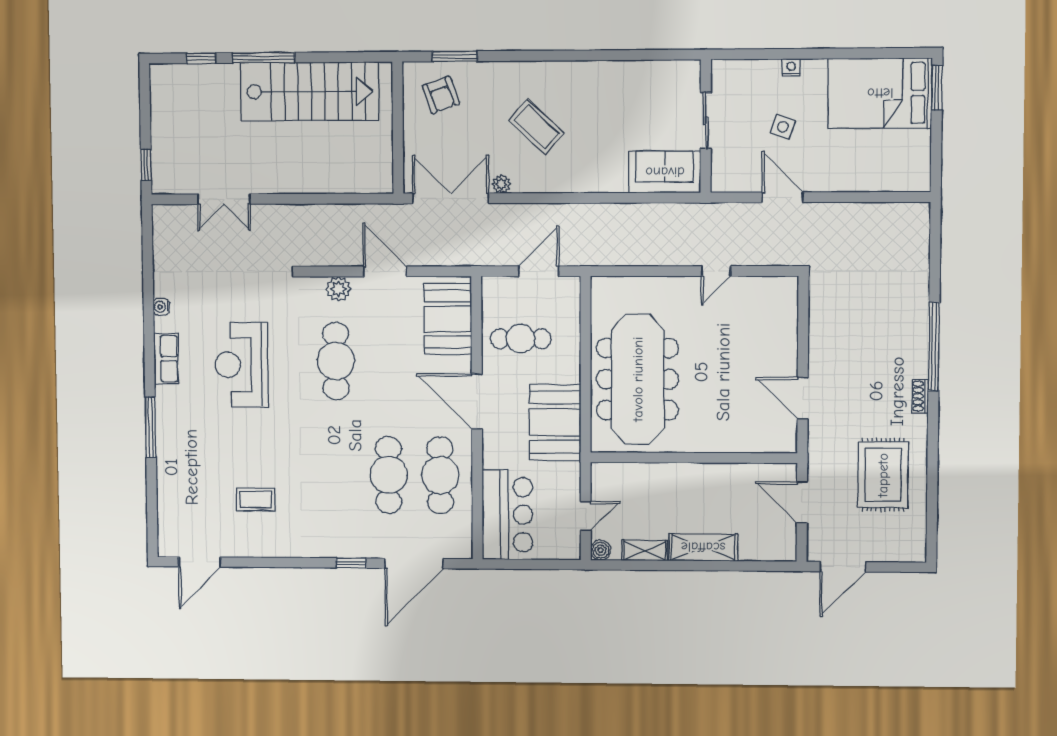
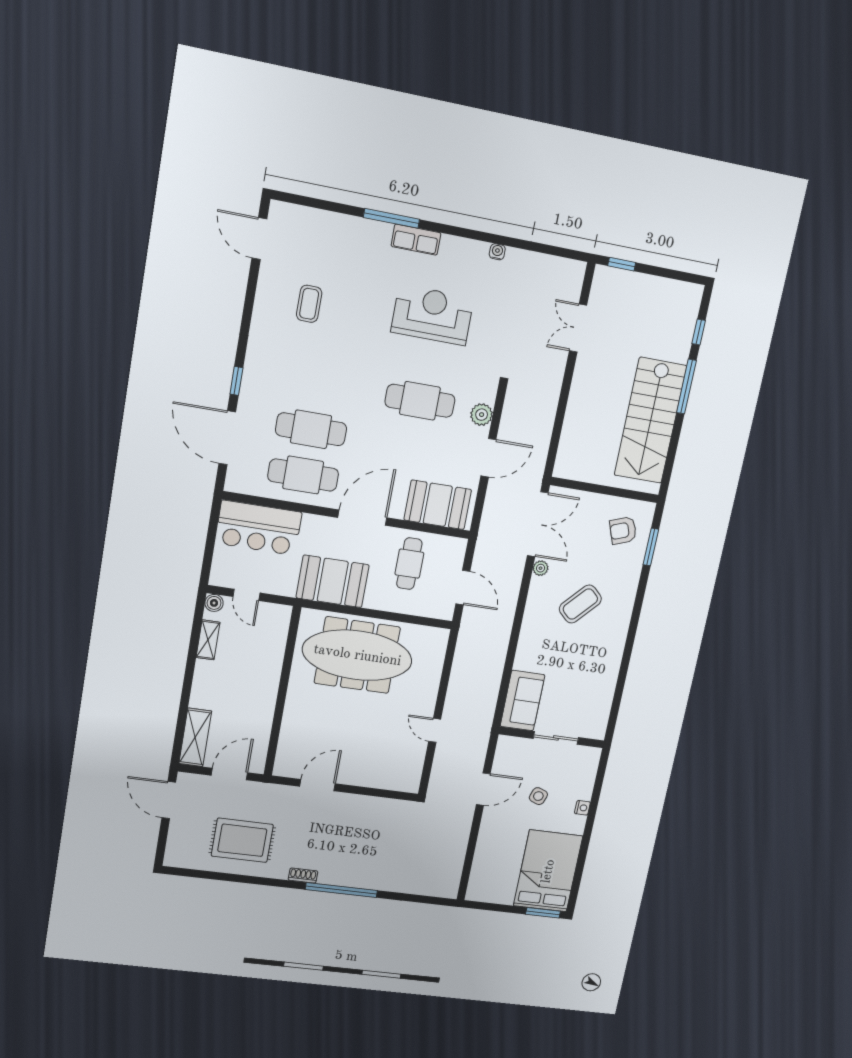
row of seats: (166, 359) -> (416, 240), moved
shelving: (703, 547) -> (195, 737), moved

